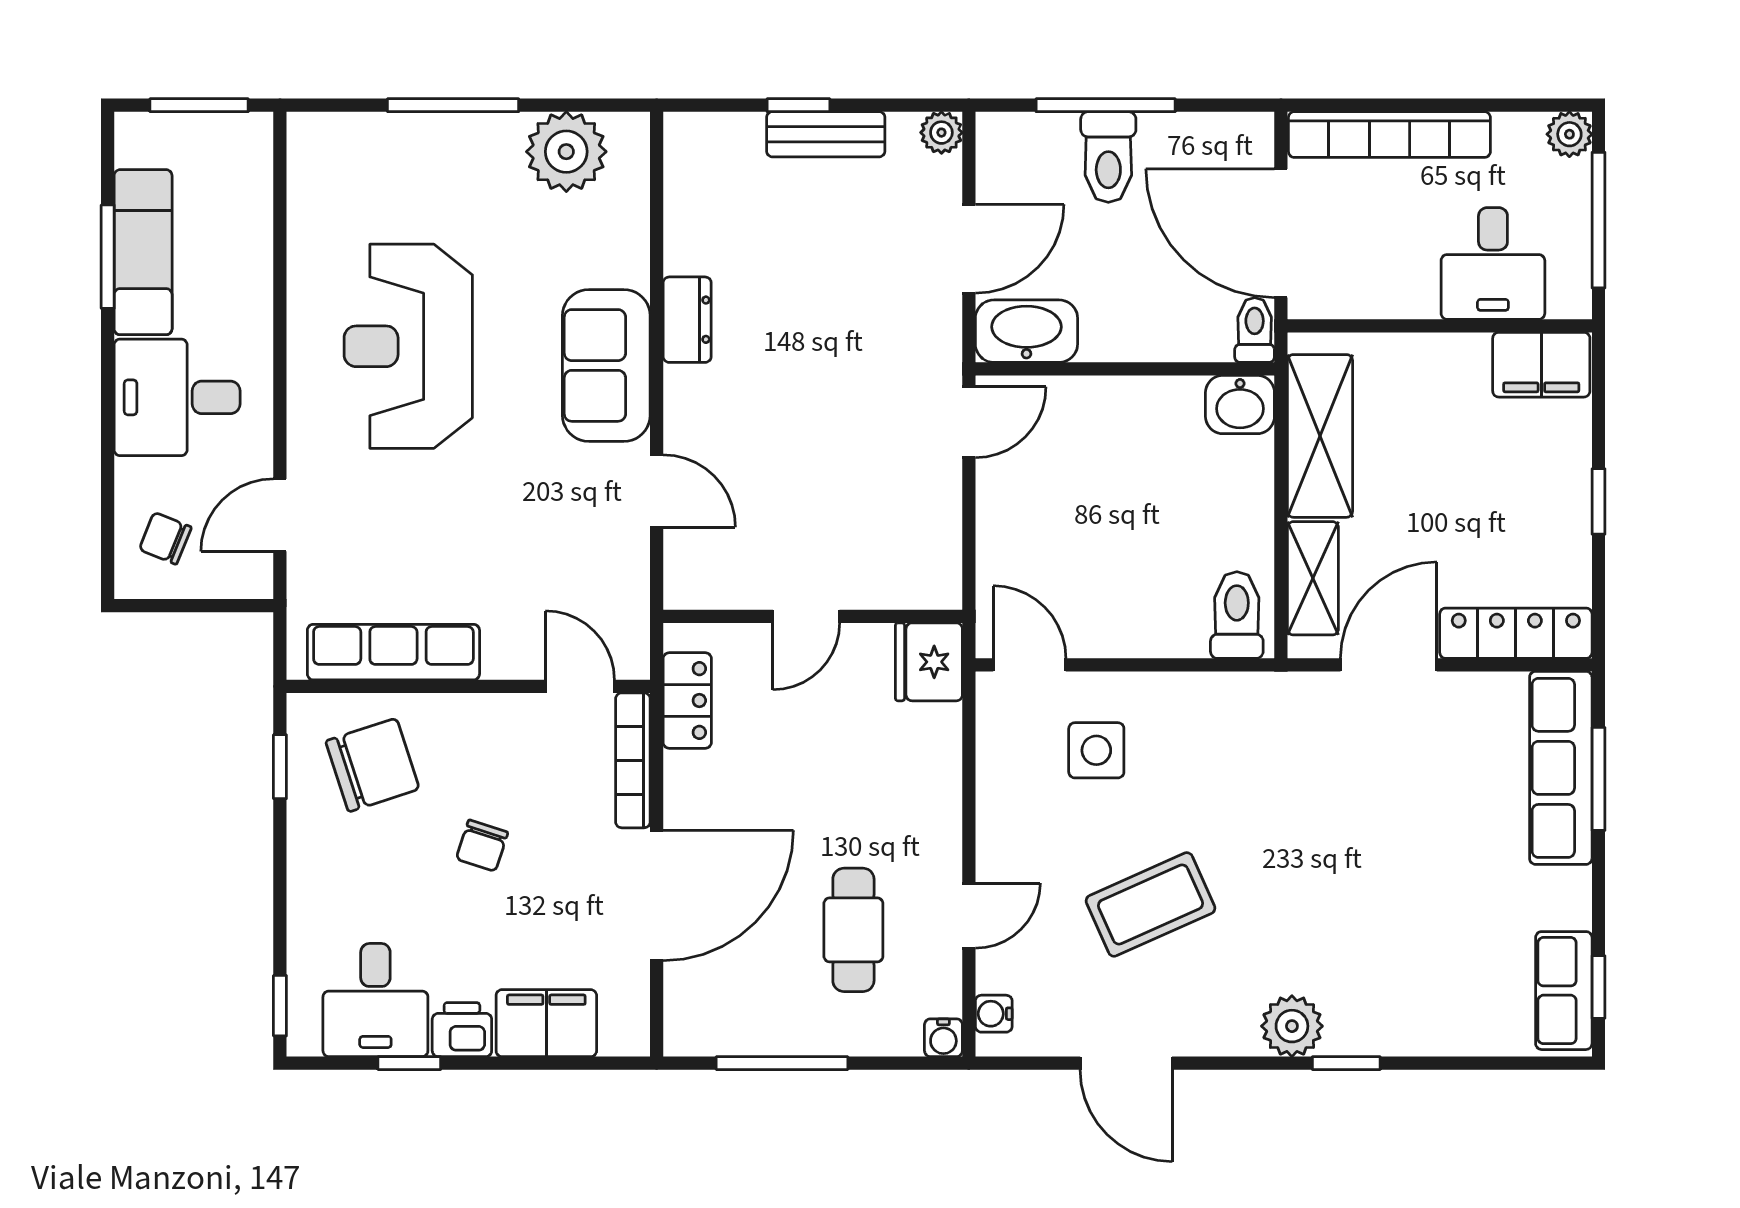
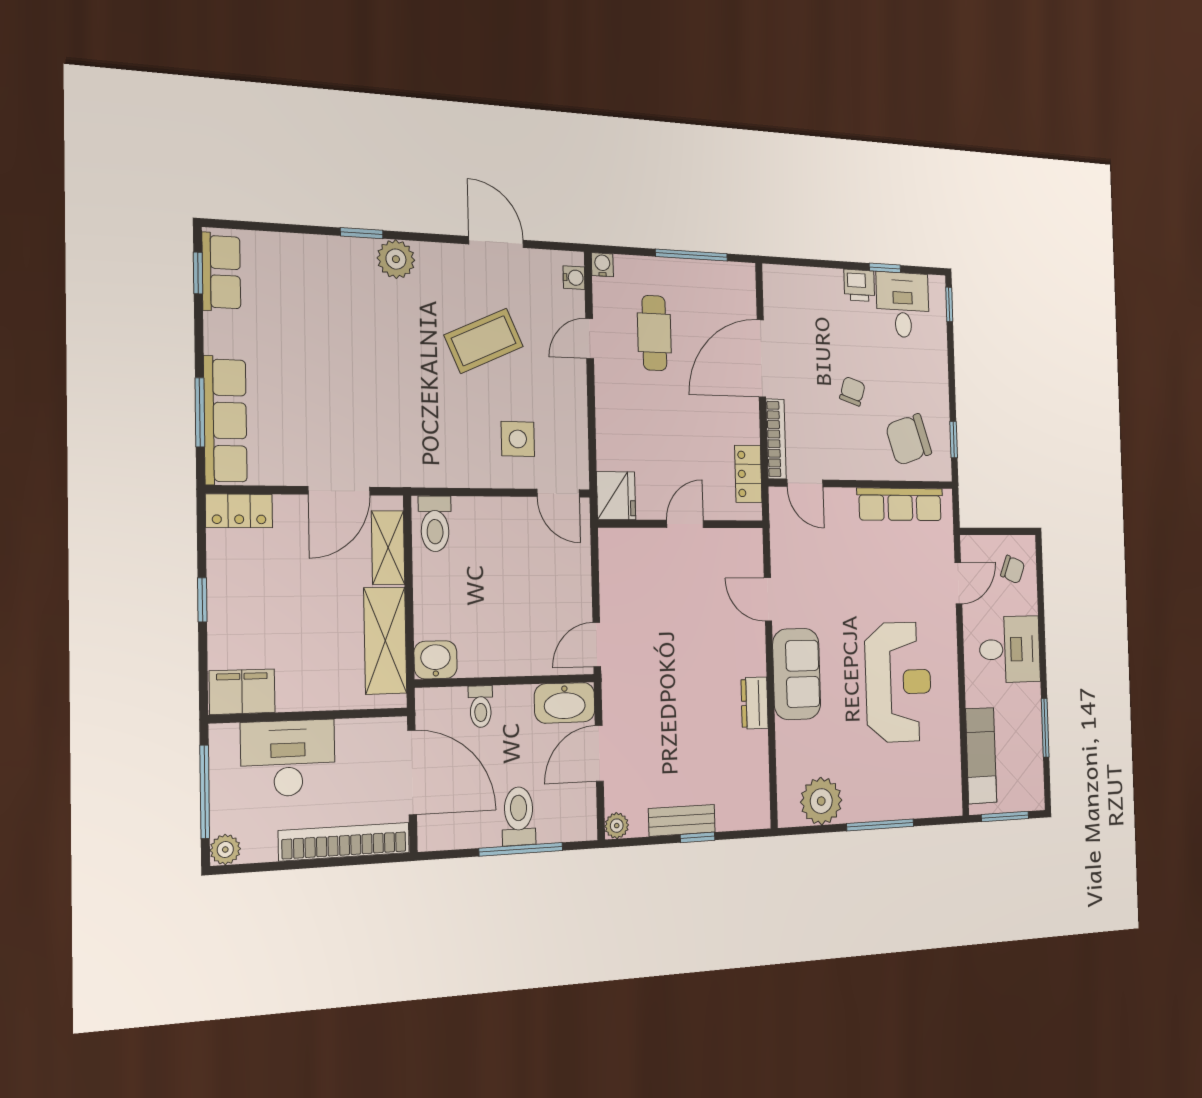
exam couch: (143, 252) -> (981, 756), moved, turned 180
desk: (1493, 263) -> (288, 758), width x1.37
toilet: (1255, 330) -> (481, 707), moved
locker: (1516, 633) -> (239, 511), width x0.66
filing cabinet: (546, 1023) -> (817, 287), removed

